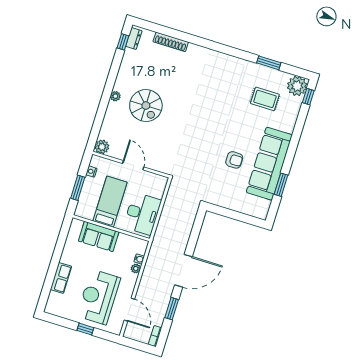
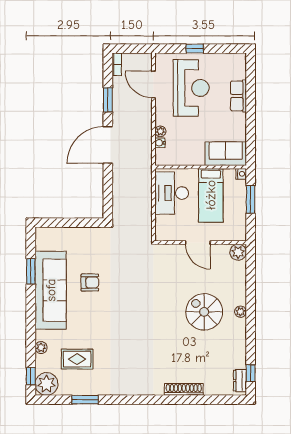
shoe rack: (171, 42) -> (184, 389), moved
plant: (292, 118) -> (41, 348), added
armchair: (234, 160) -> (90, 283), turned 180
nightstand: (91, 172) -> (241, 174), moved
sofa: (99, 236) -> (226, 154), moved

